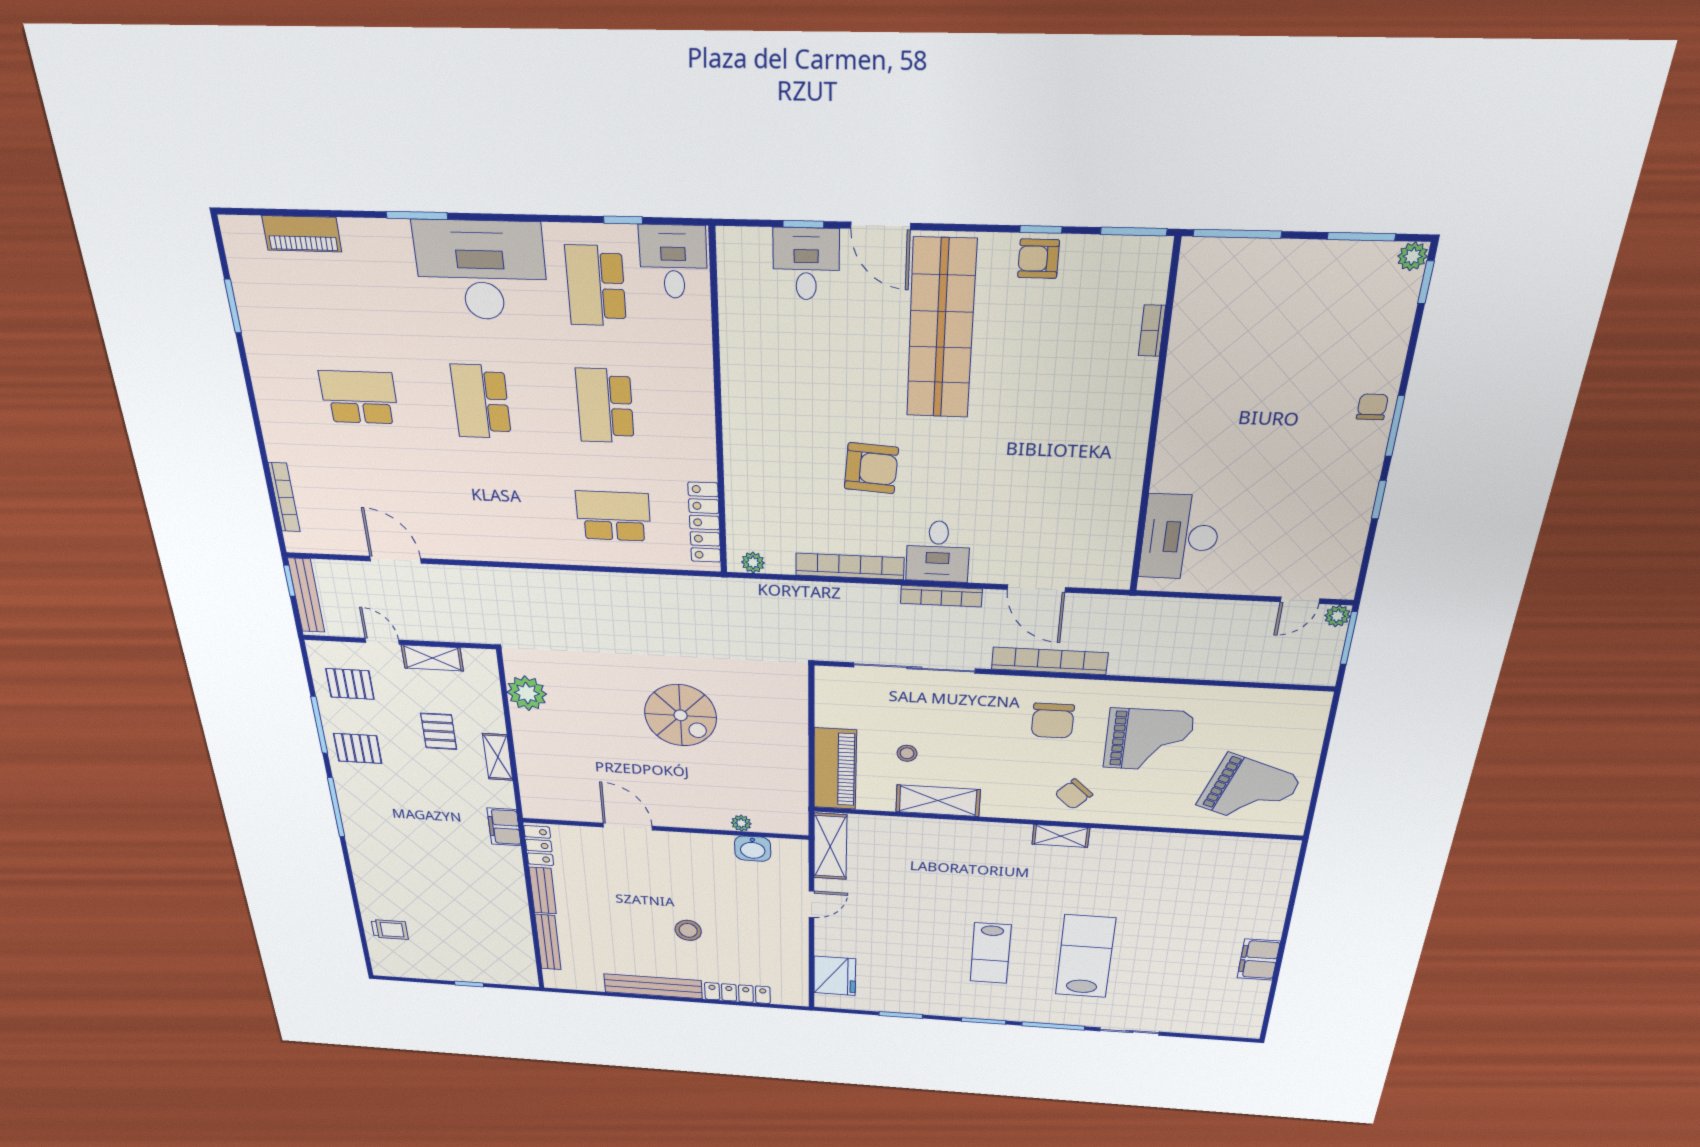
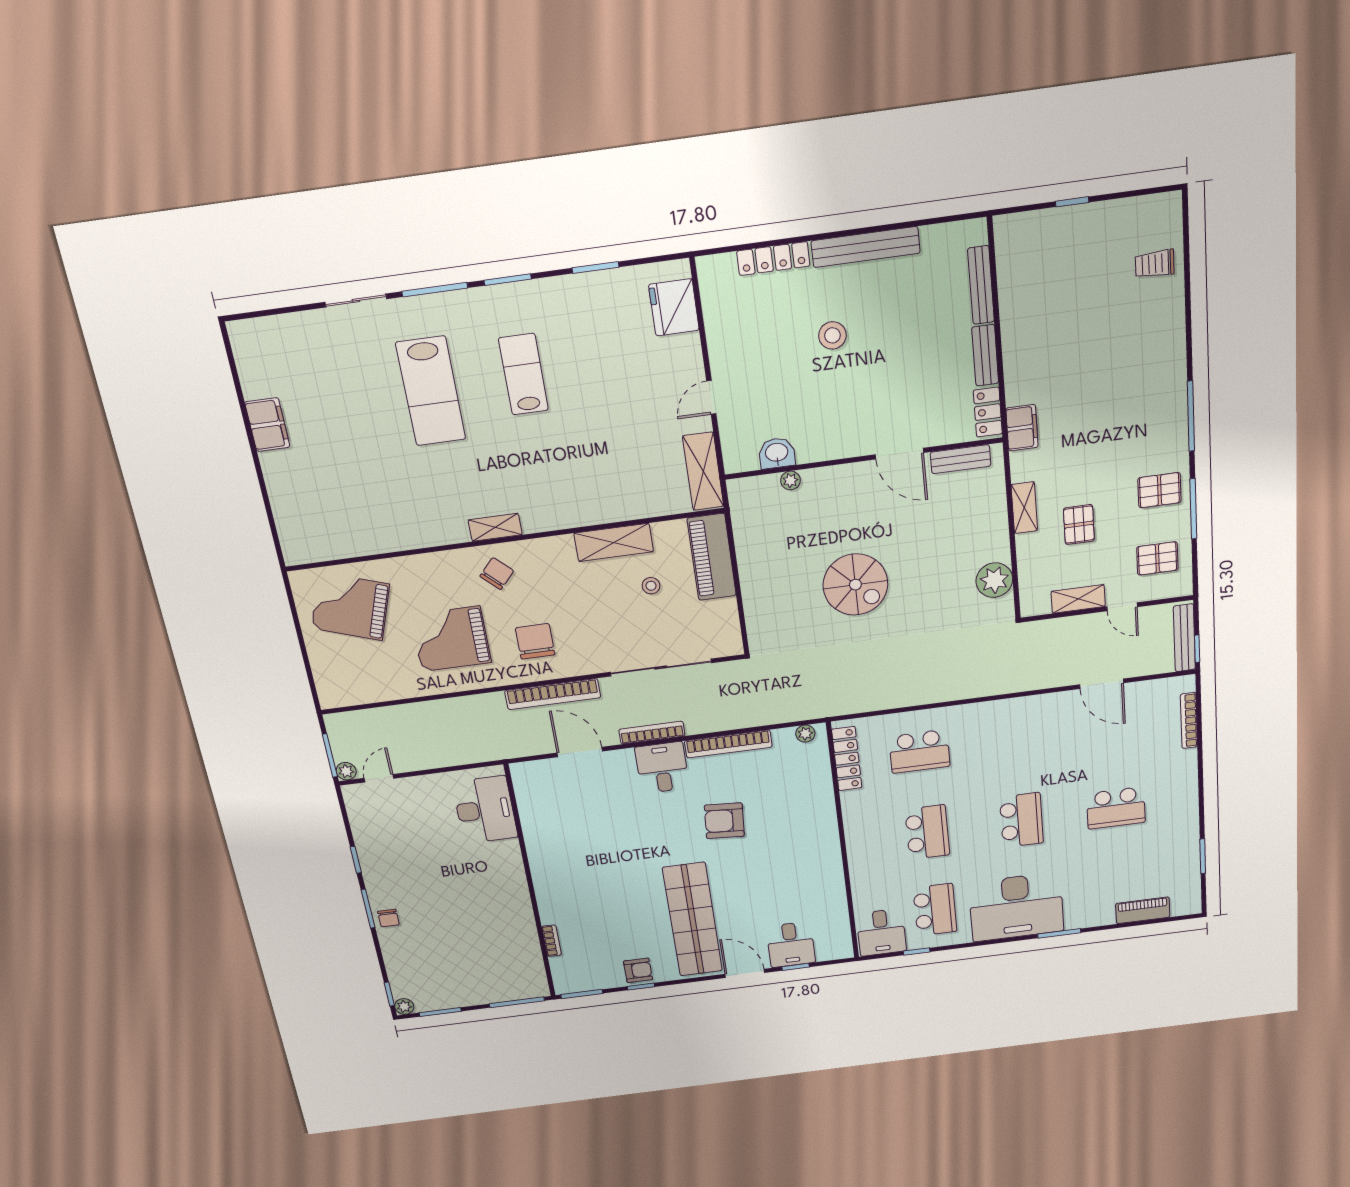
spiral stairs: (681, 715) -> (855, 585), turned 180
bench: (565, 811) -> (961, 459), added

